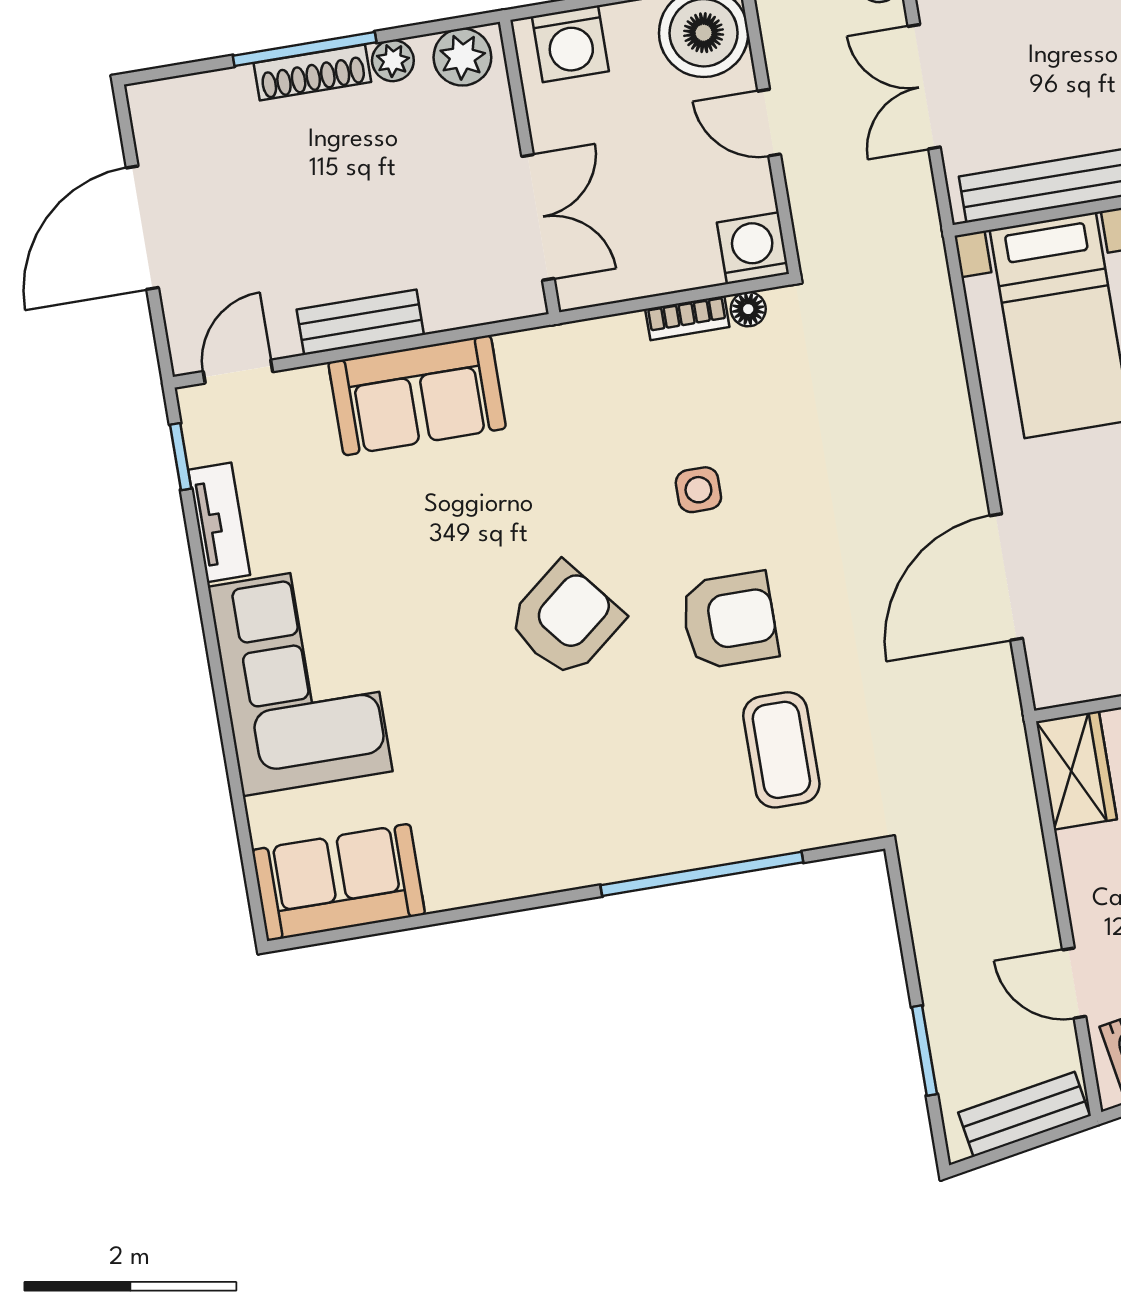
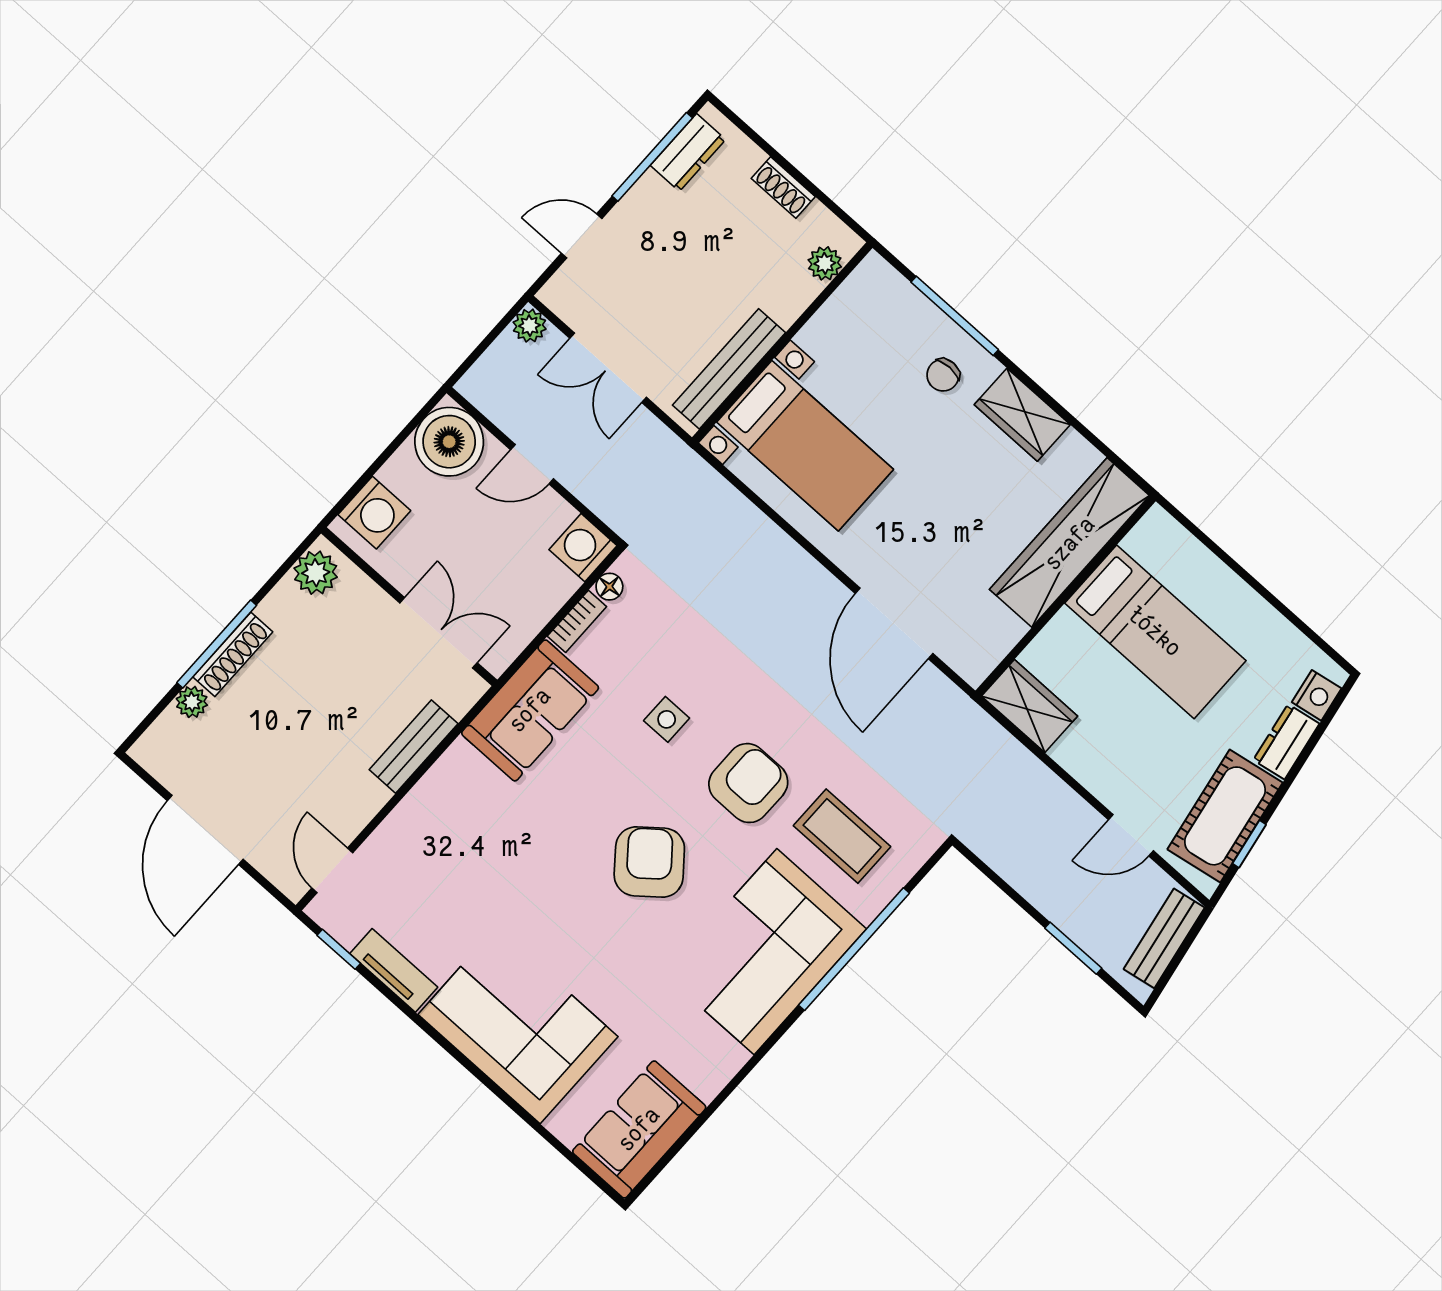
plant: (393, 61) -> (192, 702), moved
bench: (360, 322) -> (414, 747), moved
sofa: (417, 395) -> (530, 710), moved
corner sofa: (610, 805) -> (765, 952), added

